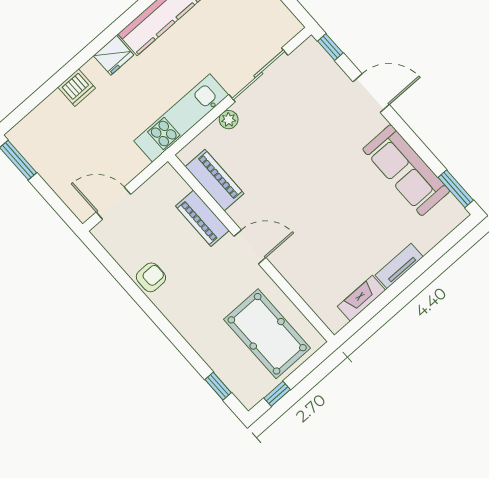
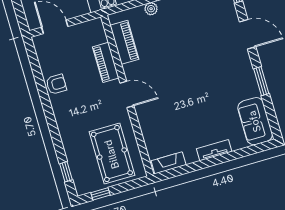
sofa: (406, 170) -> (255, 121), moved, width x0.73
window: (456, 189) -> (261, 81), moved
fireplace: (361, 298) -> (169, 163), moved

